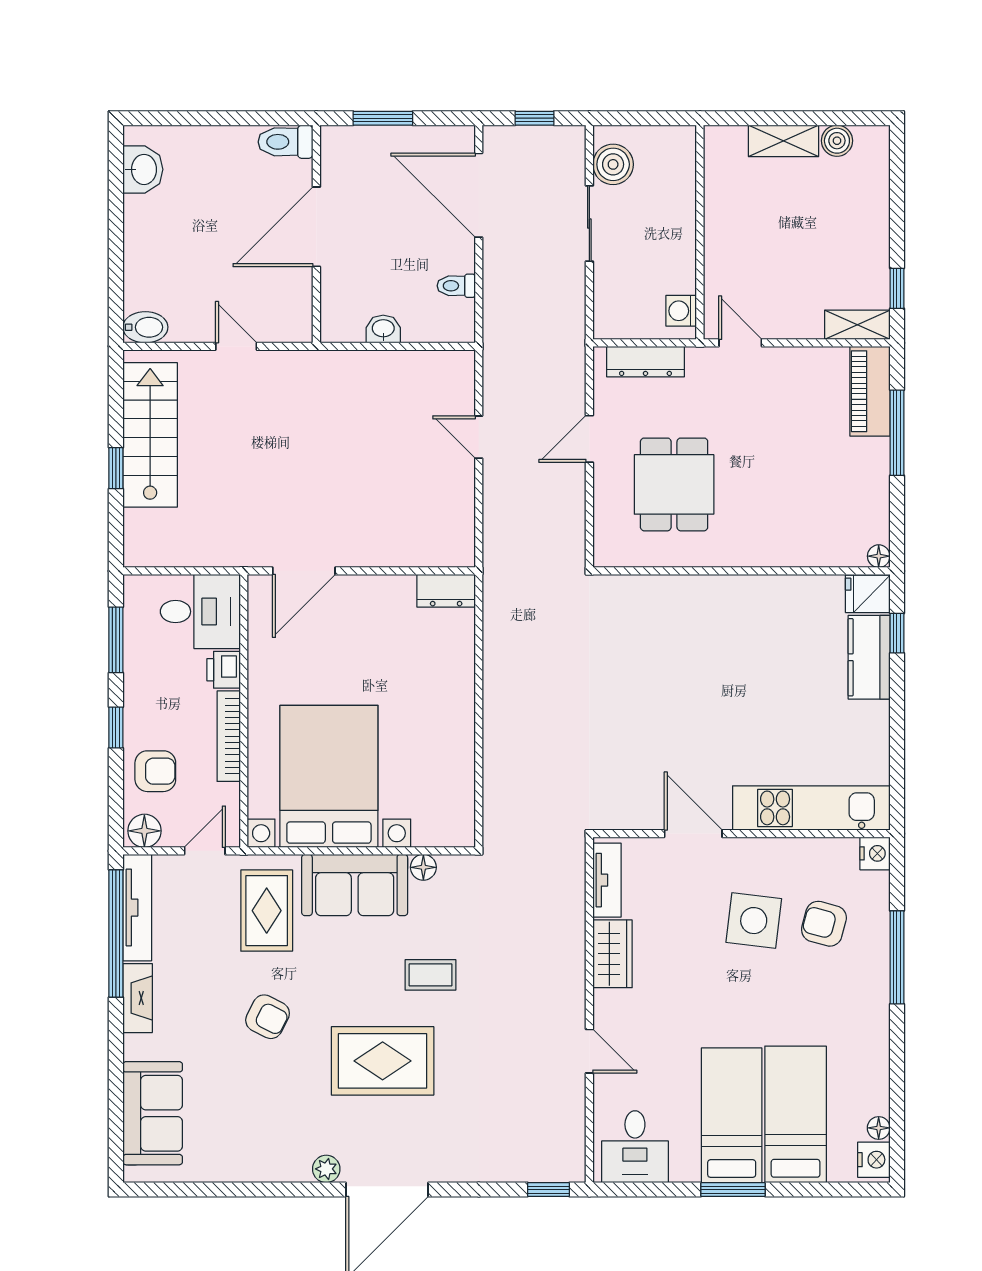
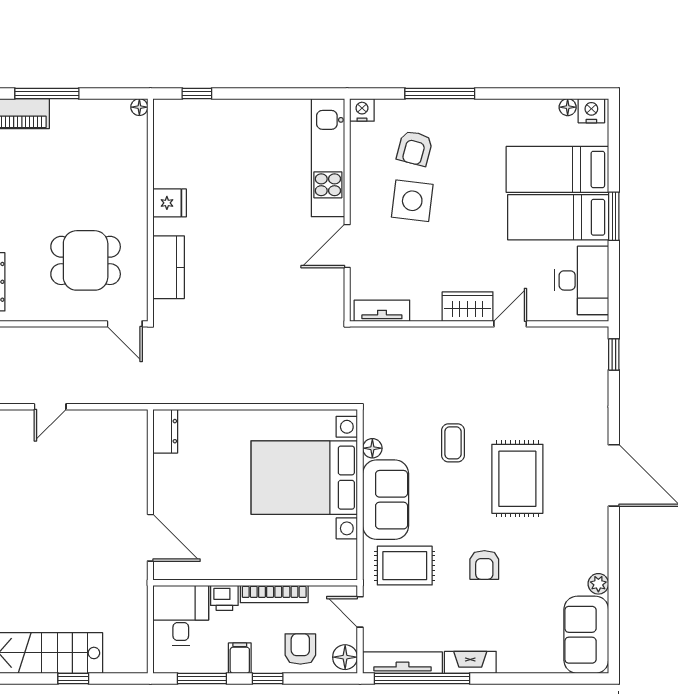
door: (589, 439) -> (125, 324), moved
fridge: (868, 594) -> (170, 203), moved, turned -90
kitchen counter: (869, 657) -> (169, 267), moved, turned -90
filing cabinet: (143, 690) -> (240, 658), added
bed with nightstands: (329, 776) -> (304, 478), moved
wardrobe: (612, 954) -> (468, 307), moved
armchair: (268, 1017) -> (484, 565), turned 153
sofa: (153, 1113) -> (586, 635), moved, turned -90
desk: (635, 1147) -> (582, 280), width x1.37
plant: (326, 1169) -> (598, 584), moved

